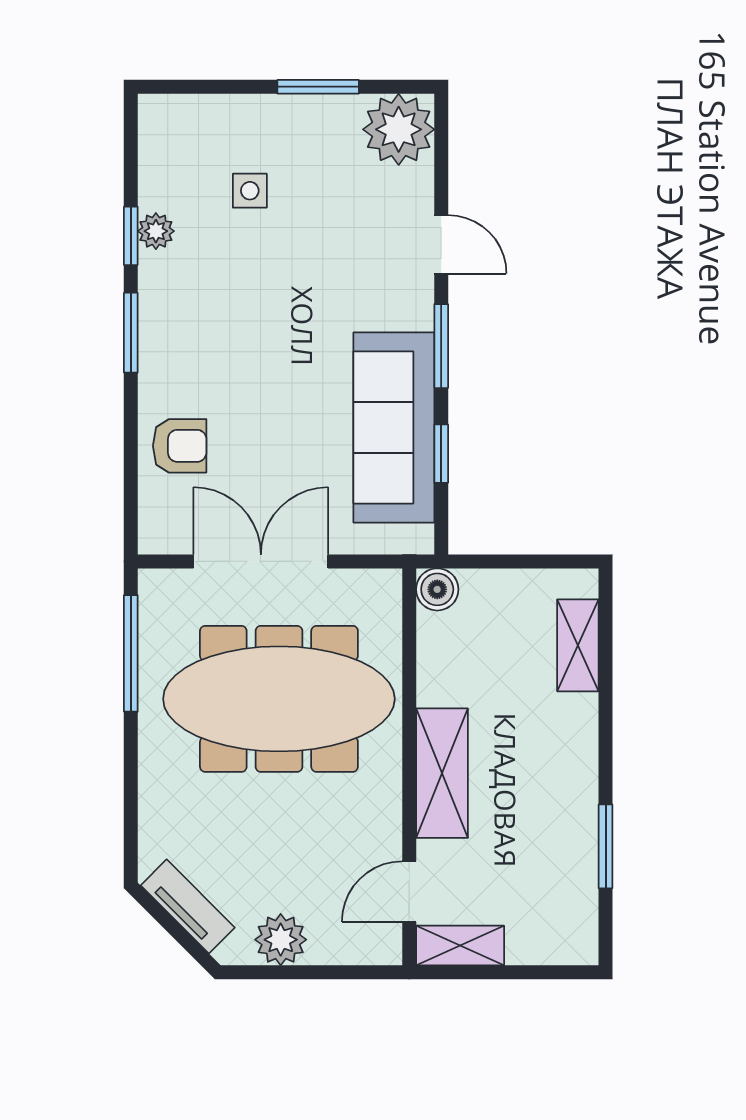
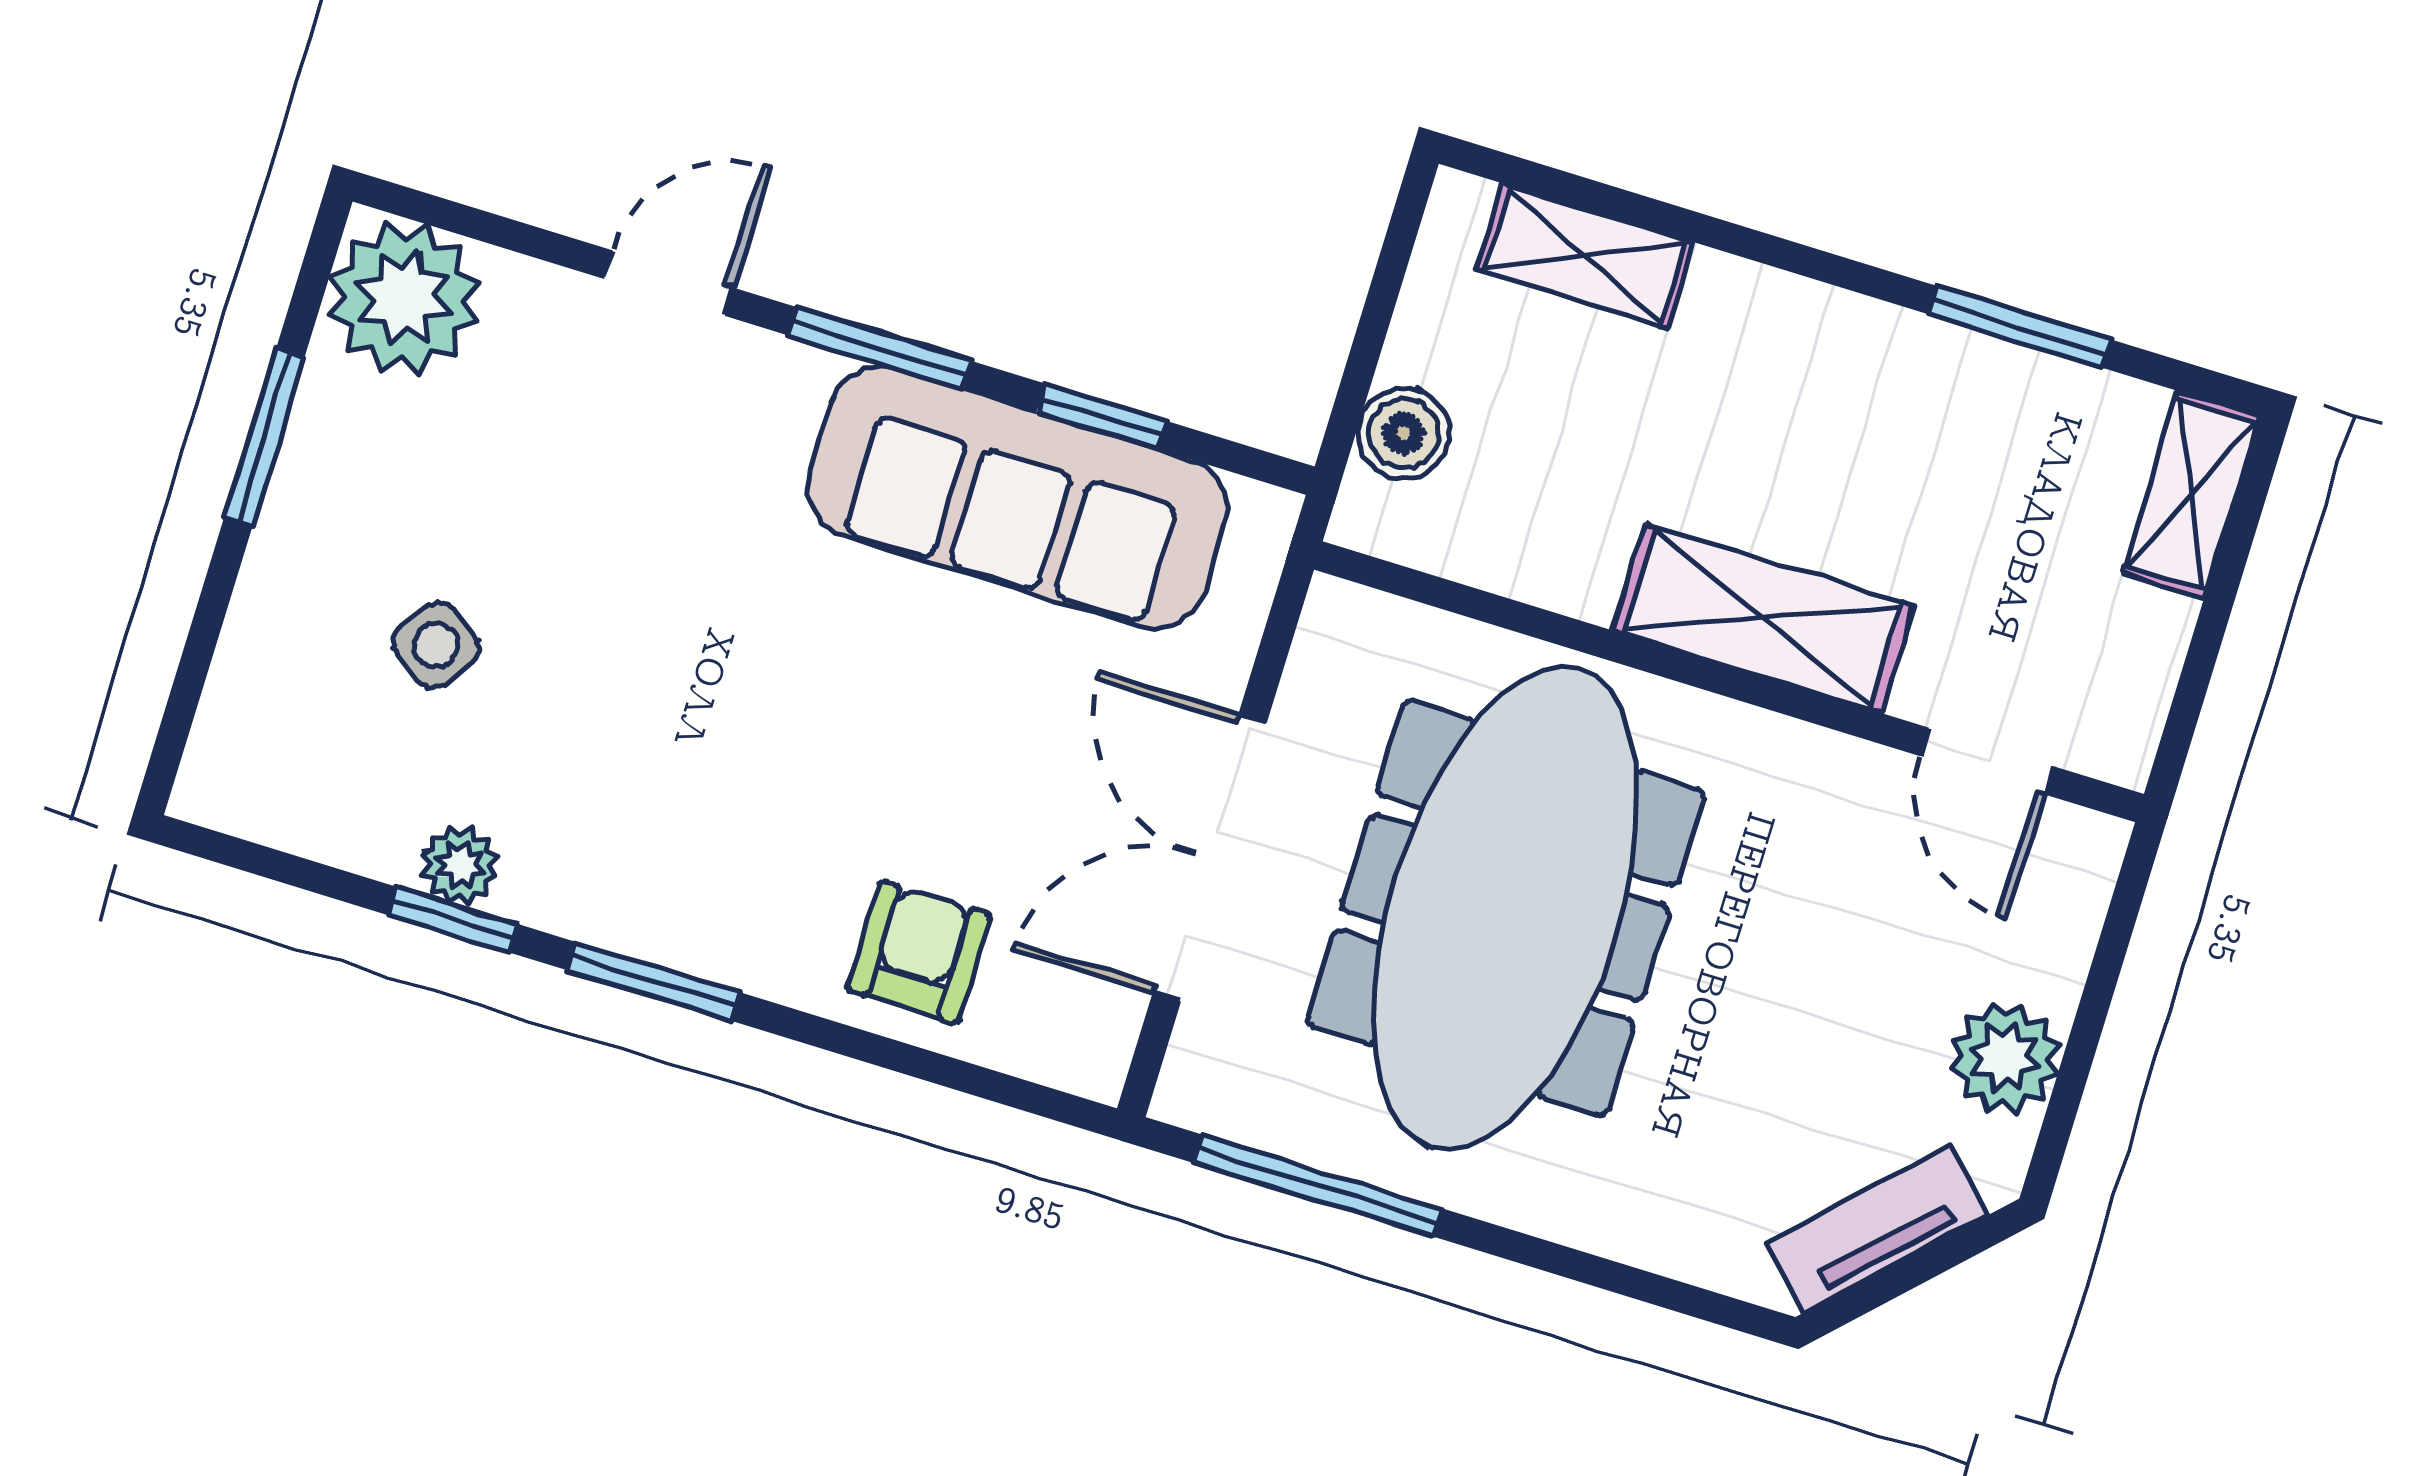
side table: (250, 191) -> (436, 645), turned 36
boiler: (437, 589) -> (1404, 433), moved
shelving: (460, 946) -> (2191, 495), moved

